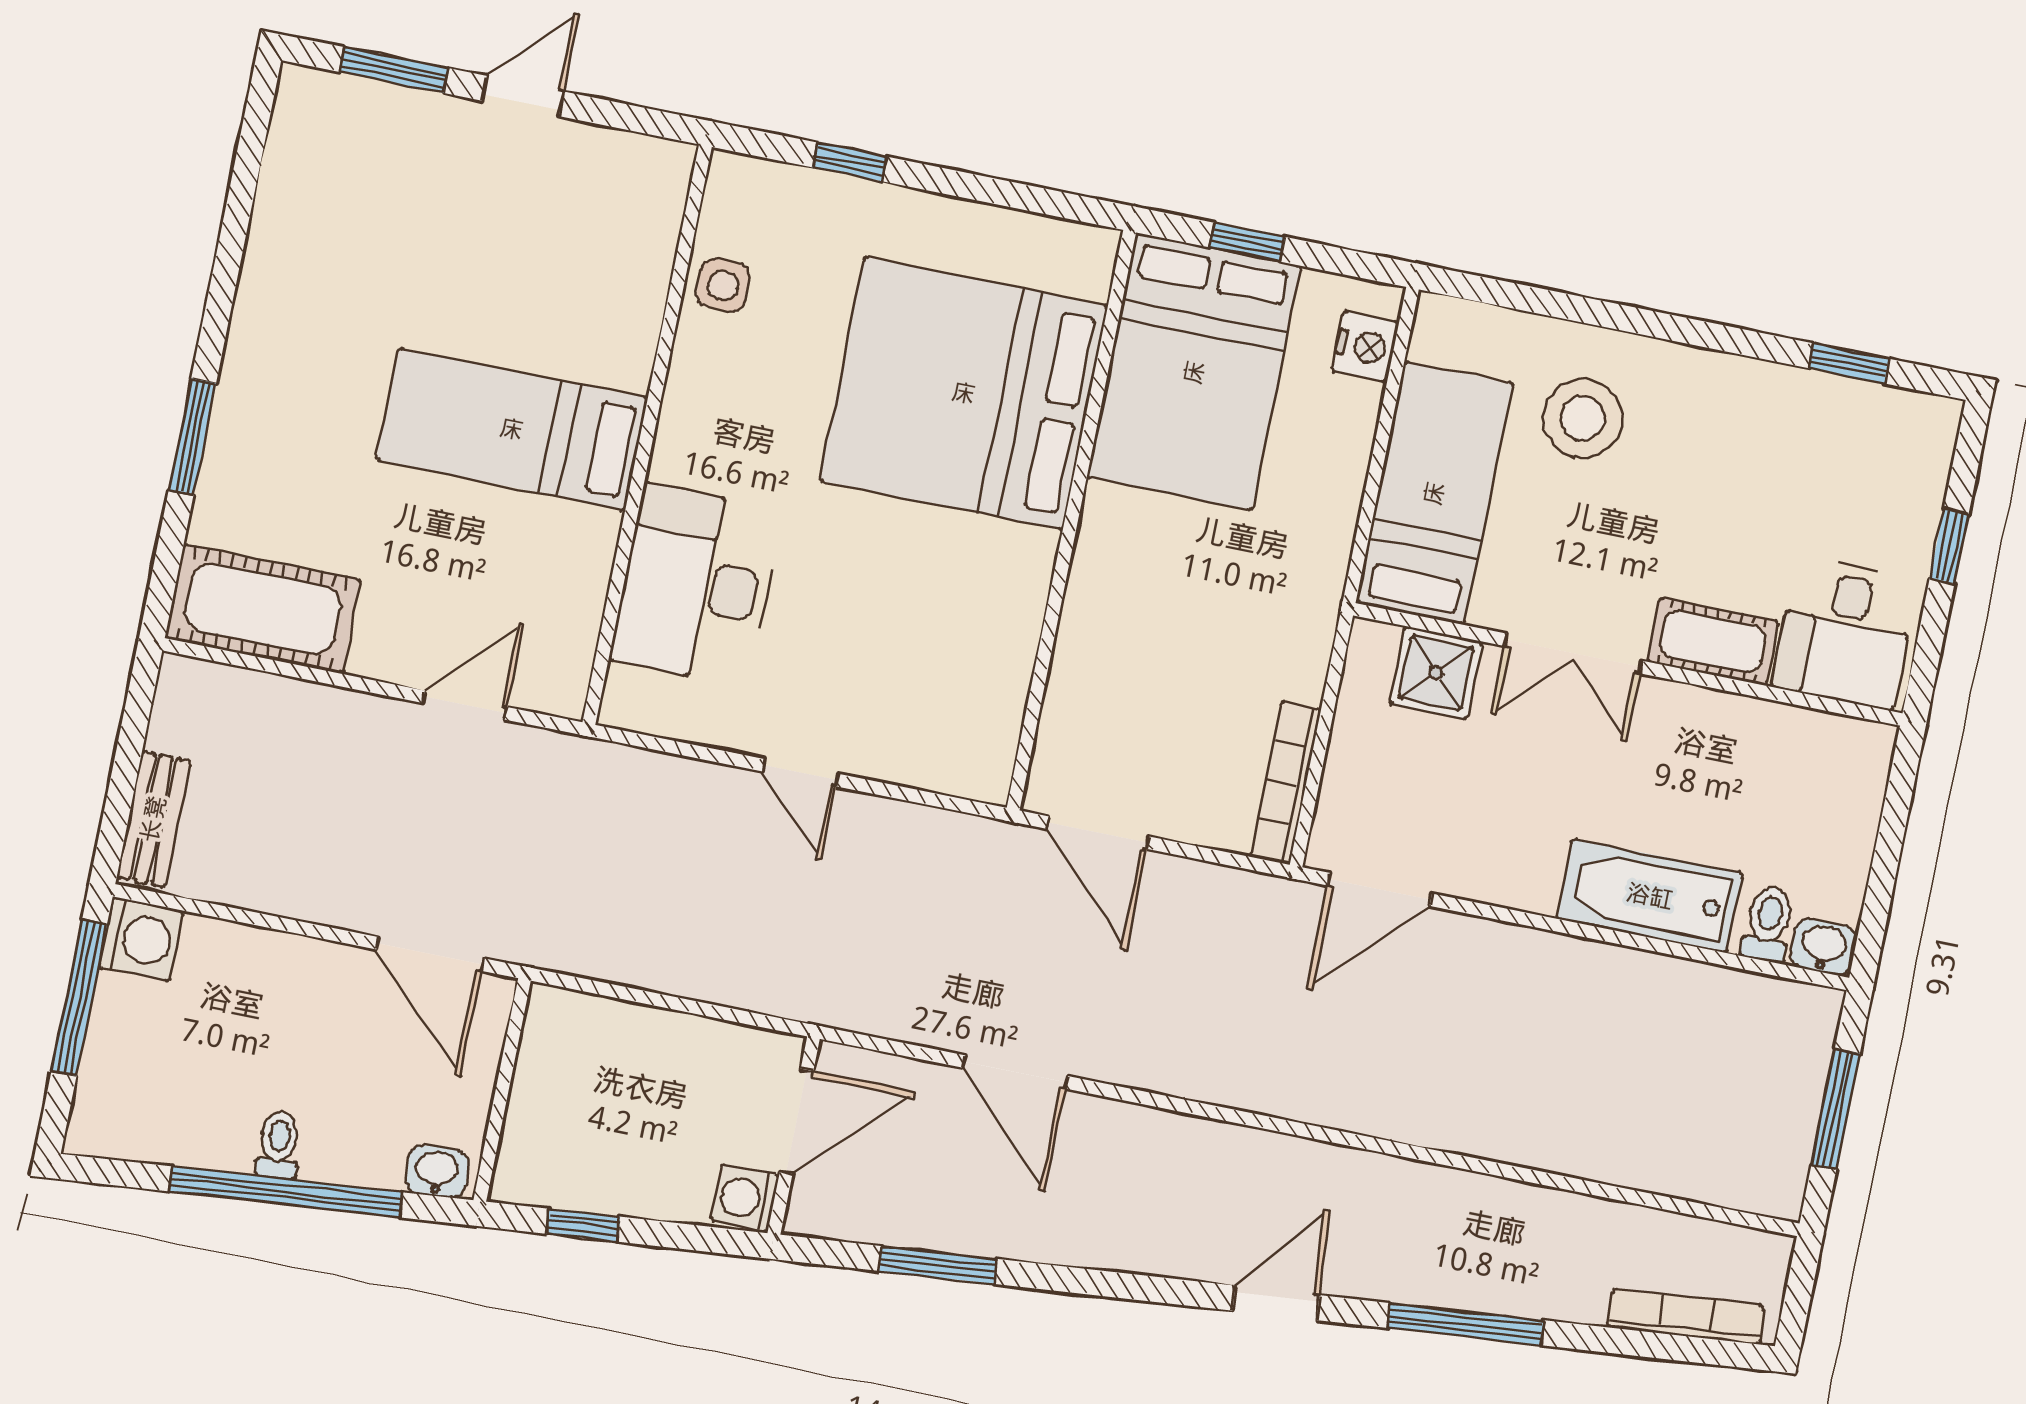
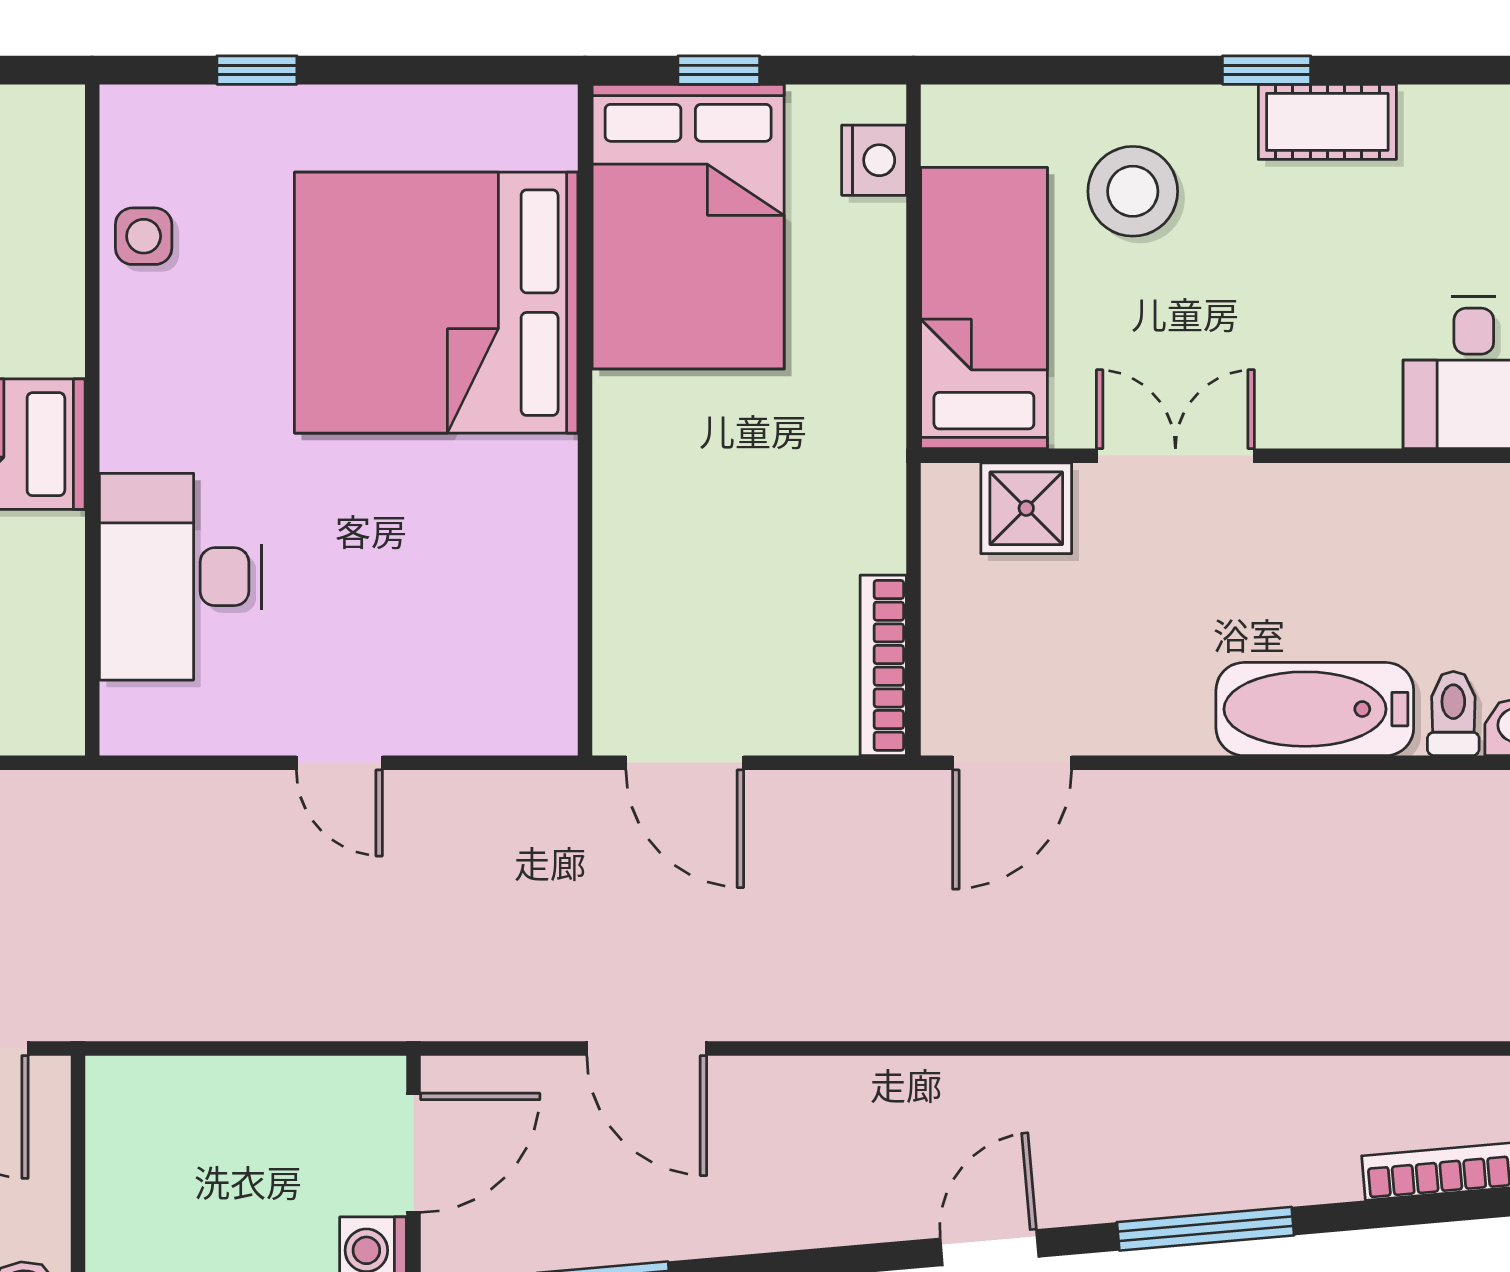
window: (1849, 363) -> (1267, 70), moved
cot: (1713, 641) -> (1327, 122), moved
double door: (1573, 653) -> (1175, 456), swing flipped

